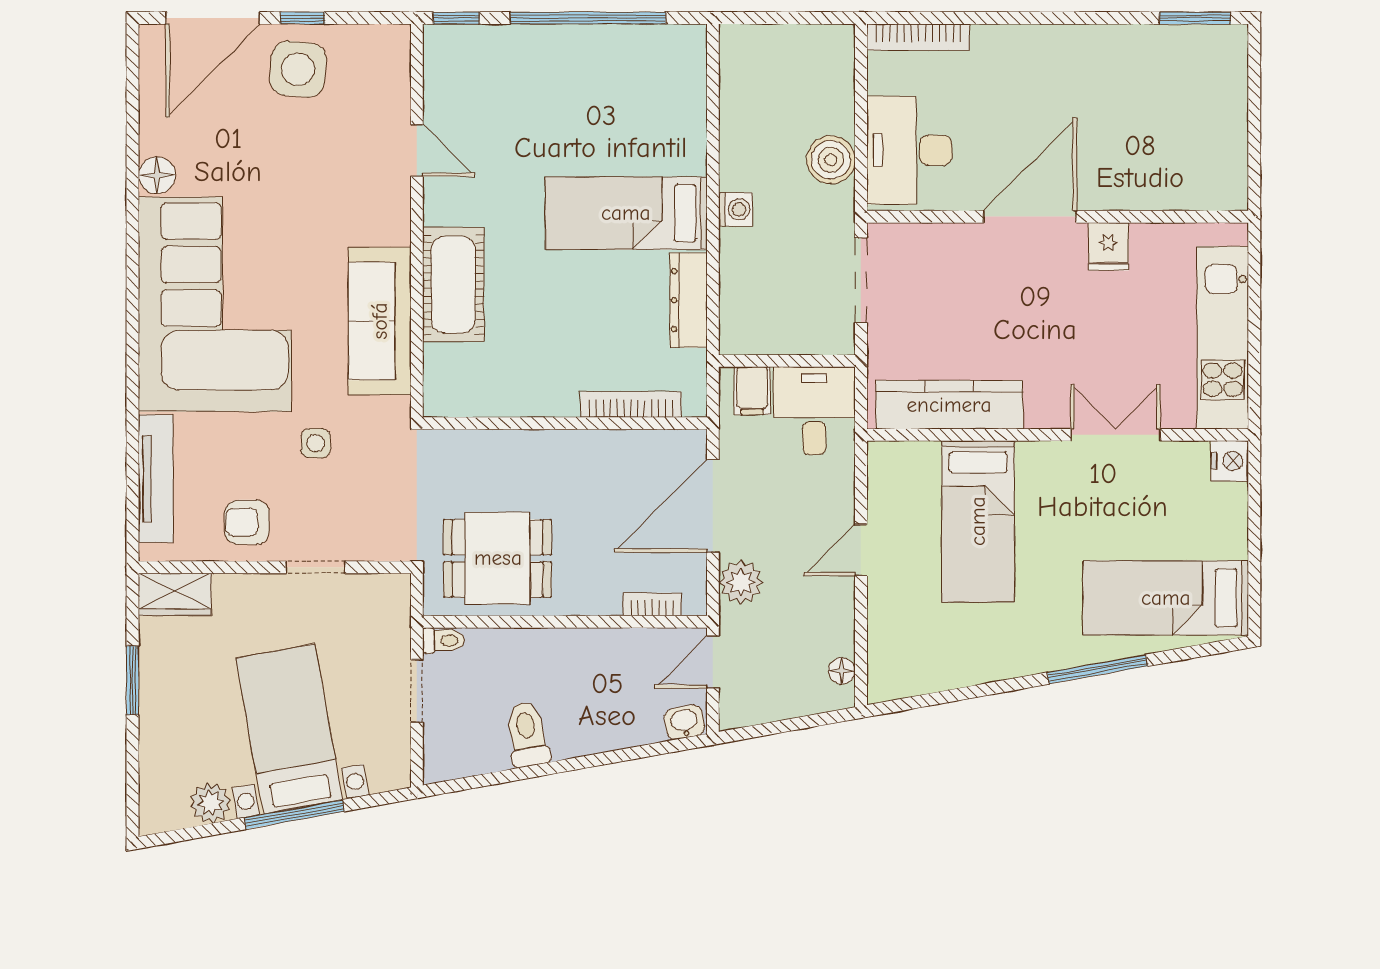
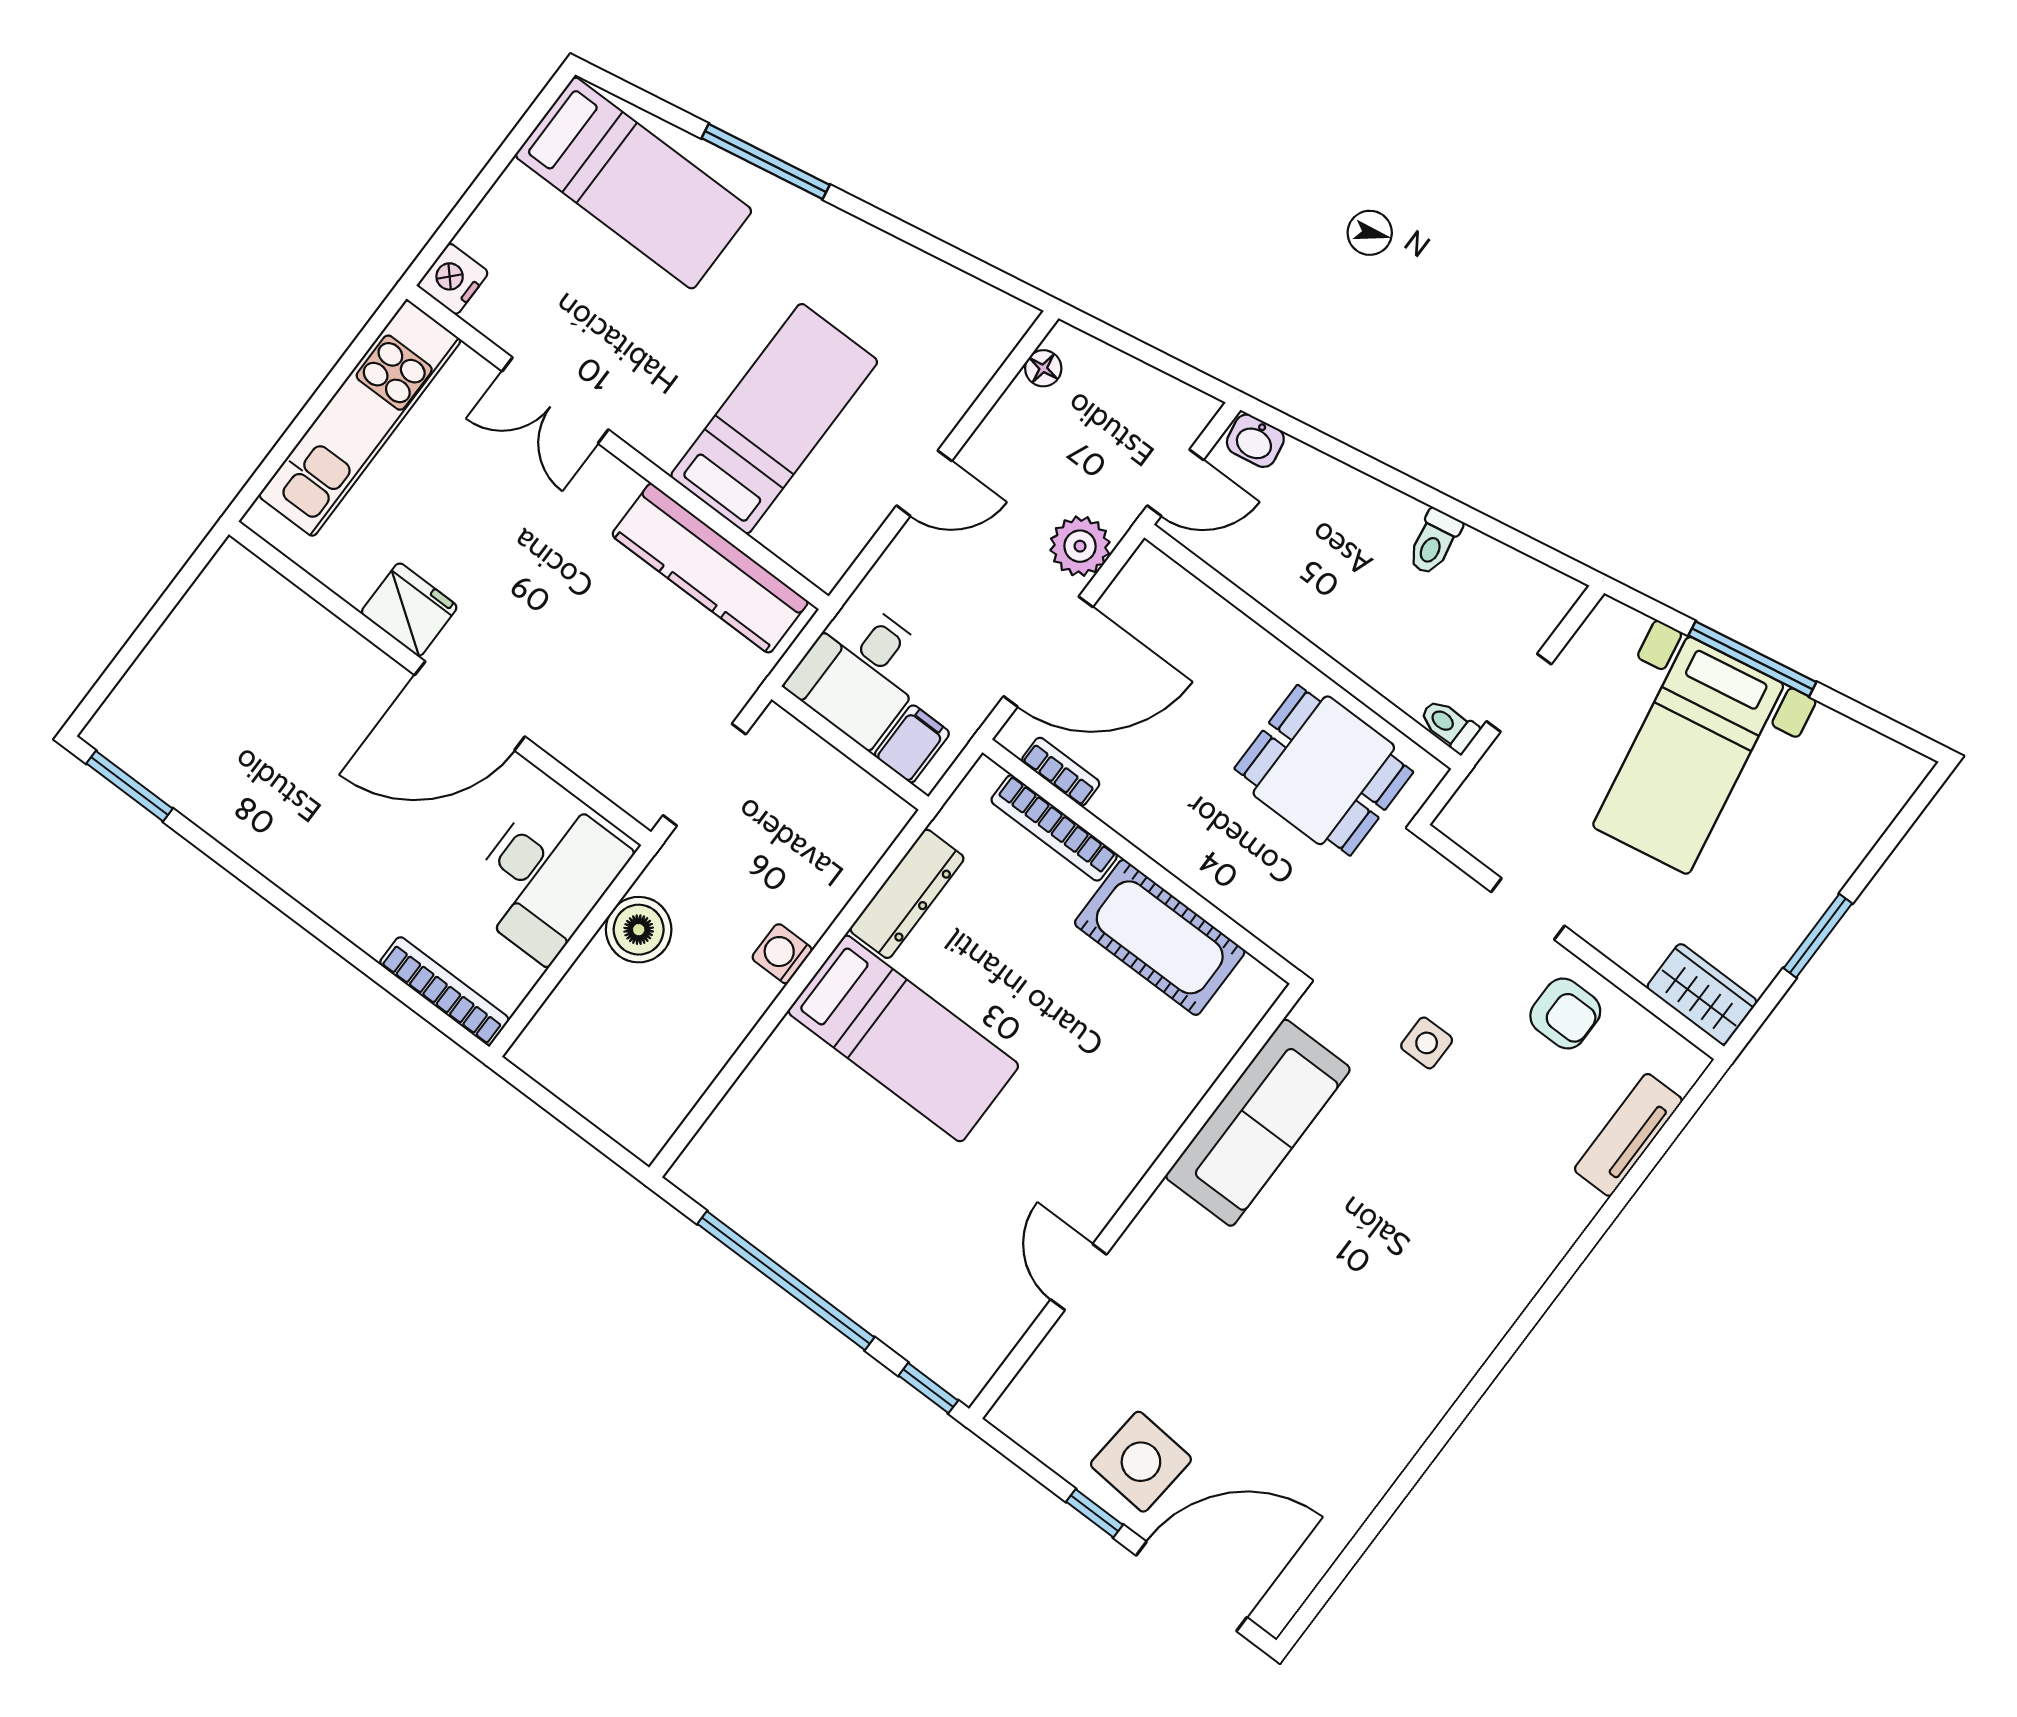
floor lamp: (157, 175) -> (1380, 1462), removed
fridge: (1108, 246) -> (409, 610), width x1.38
cot: (453, 285) -> (1160, 937), moved, turned 90
corner sofa: (215, 304) -> (1422, 1275), removed
tv unit: (156, 479) -> (1628, 1135), width x0.71
bookcase: (652, 604) -> (1061, 772), moved, turned 180
toilet: (527, 734) -> (1434, 542), width x0.73, depth x0.72
plant: (210, 803) -> (1833, 740), removed

